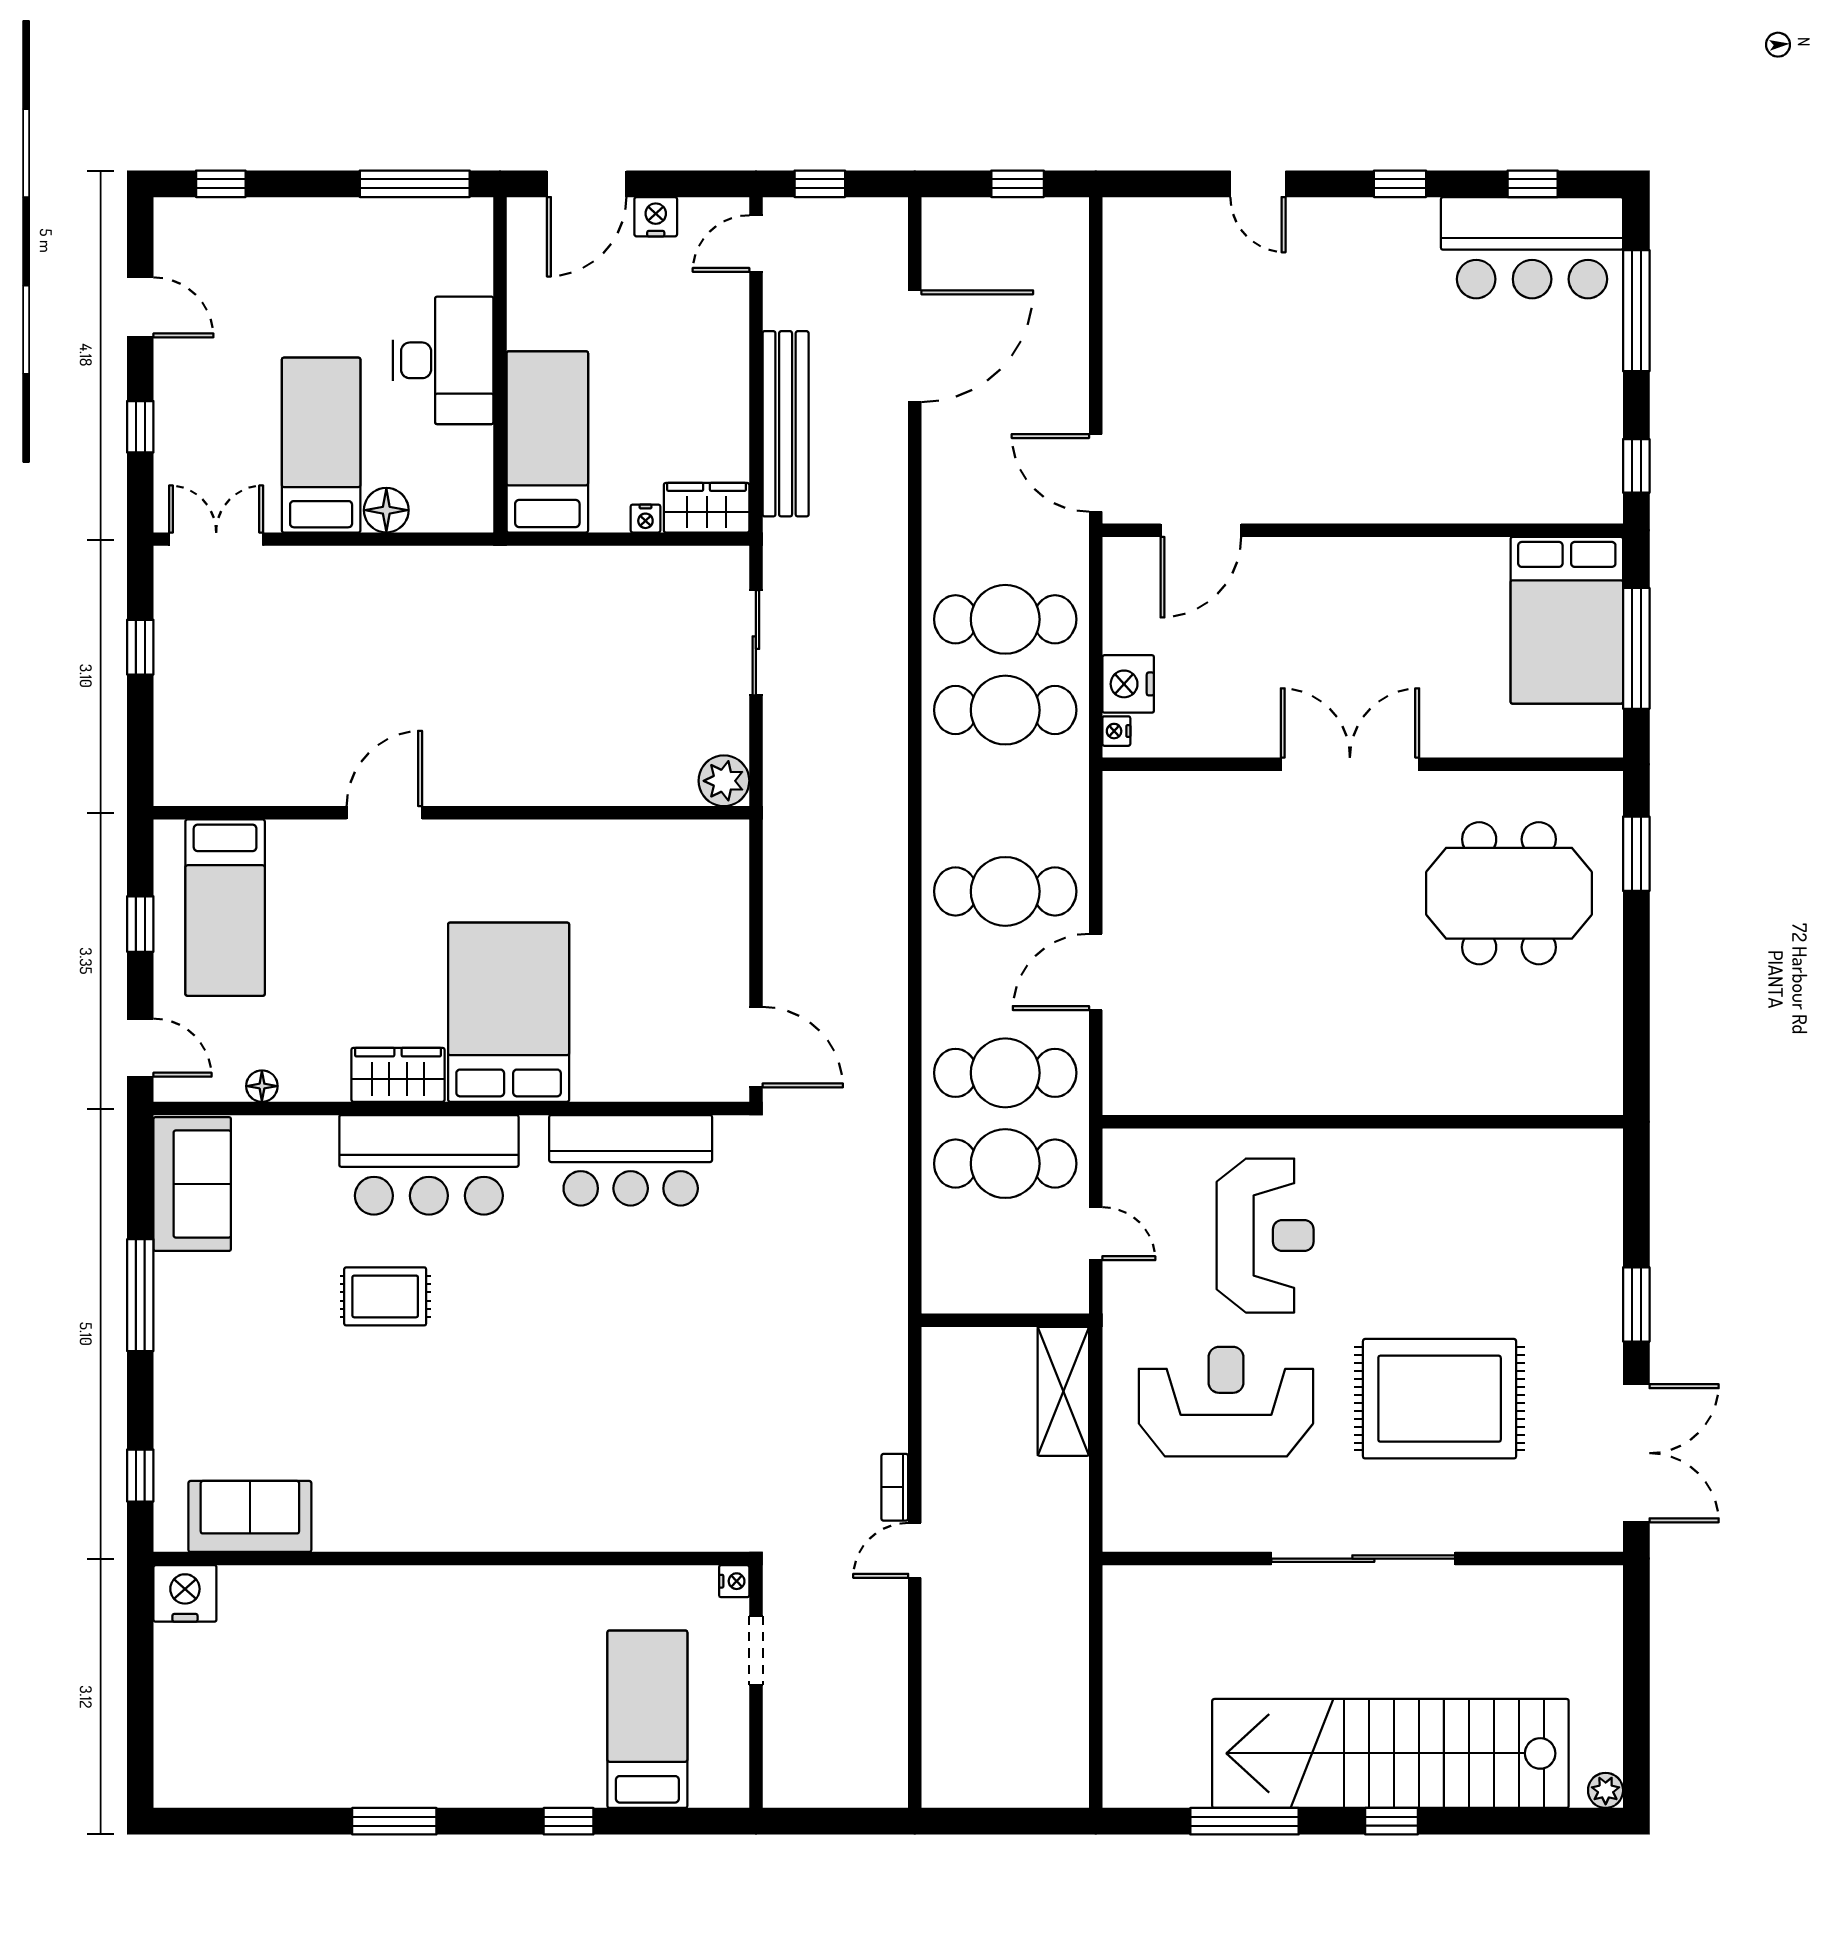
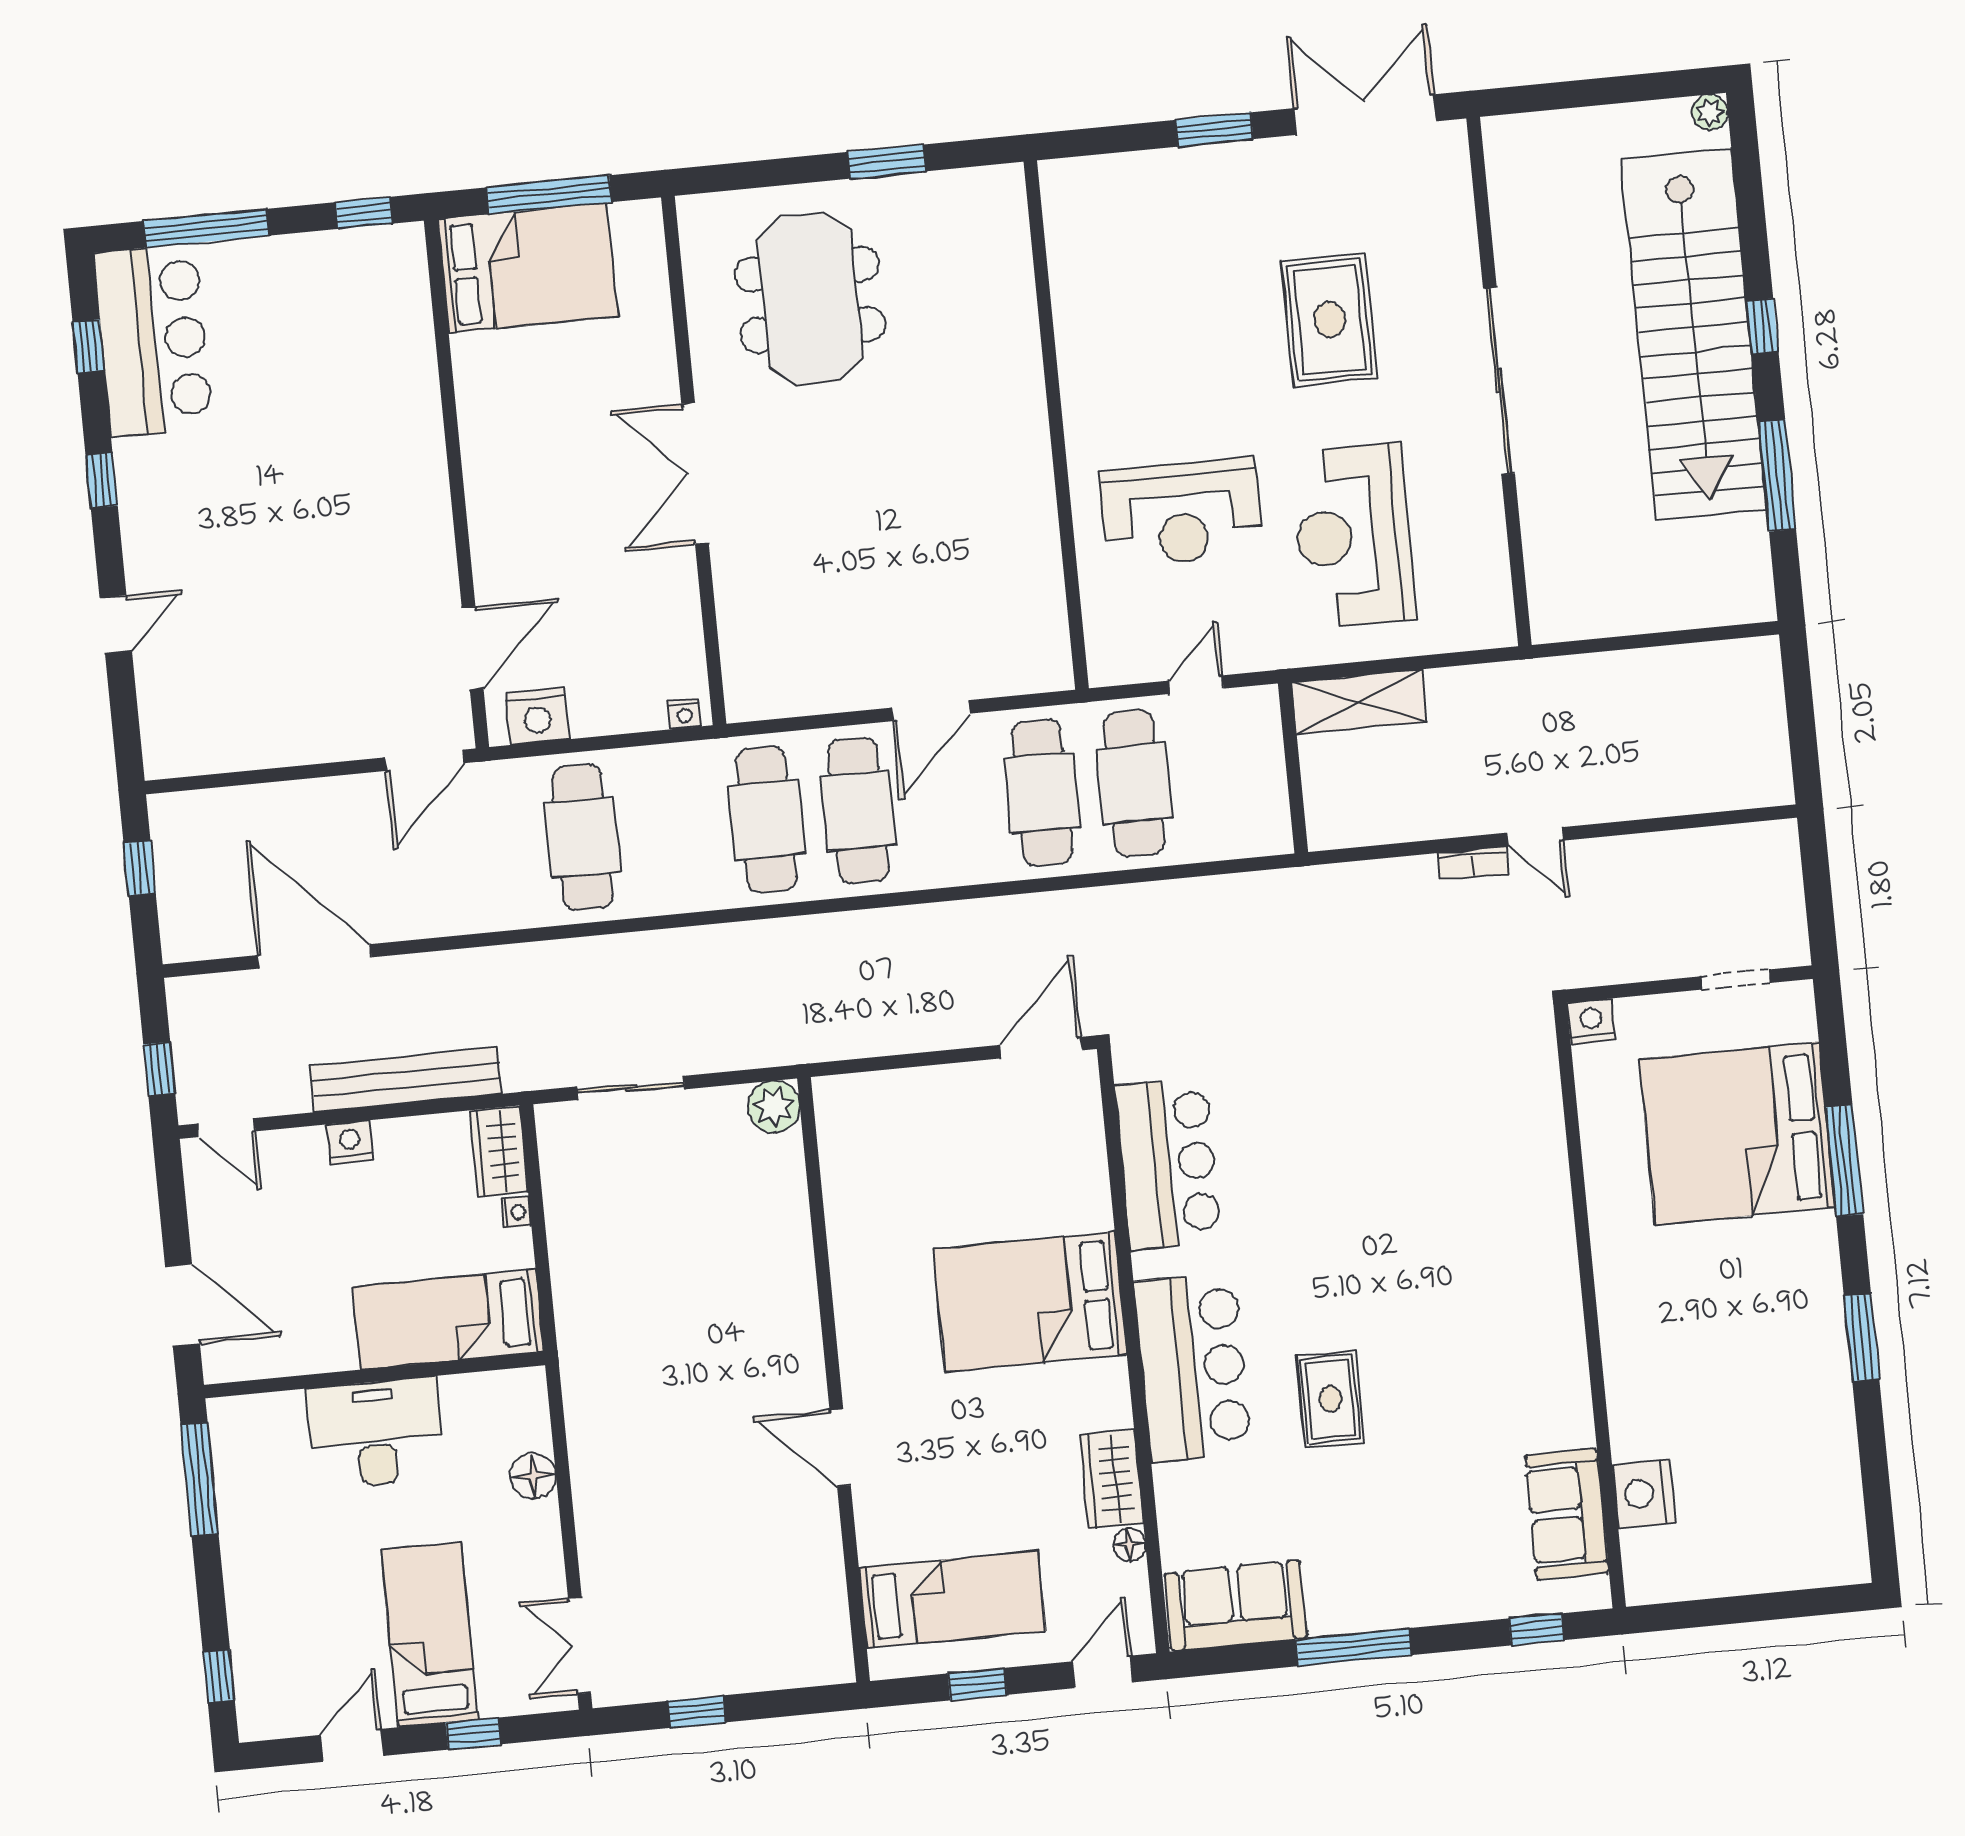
nightstand: (656, 217) -> (350, 1142), moved, turned 90
bed: (321, 445) -> (430, 1635), moved, turned 90
door: (1201, 530) -> (473, 648), hinge flipped
nightstand: (1128, 684) -> (537, 716), moved
cafe table: (1005, 710) -> (766, 819), moved
window: (1636, 854) -> (887, 162), moved
door: (1096, 972) -> (931, 711), hinge flipped
wardrobe: (398, 1075) -> (1111, 1479), moved
reception desk: (1265, 1236) -> (1181, 513), turned 180
rug: (1440, 1399) -> (1329, 320), width x0.73, depth x0.69
nightstand: (734, 1581) -> (1591, 1021), width x1.39, depth x1.35
nightstand: (185, 1593) -> (1644, 1493), moved
doorway: (756, 1650) -> (1735, 980), moved
bed: (647, 1719) -> (1737, 1133), width x2.04
window: (569, 1821) -> (1844, 1161), width x2.17

